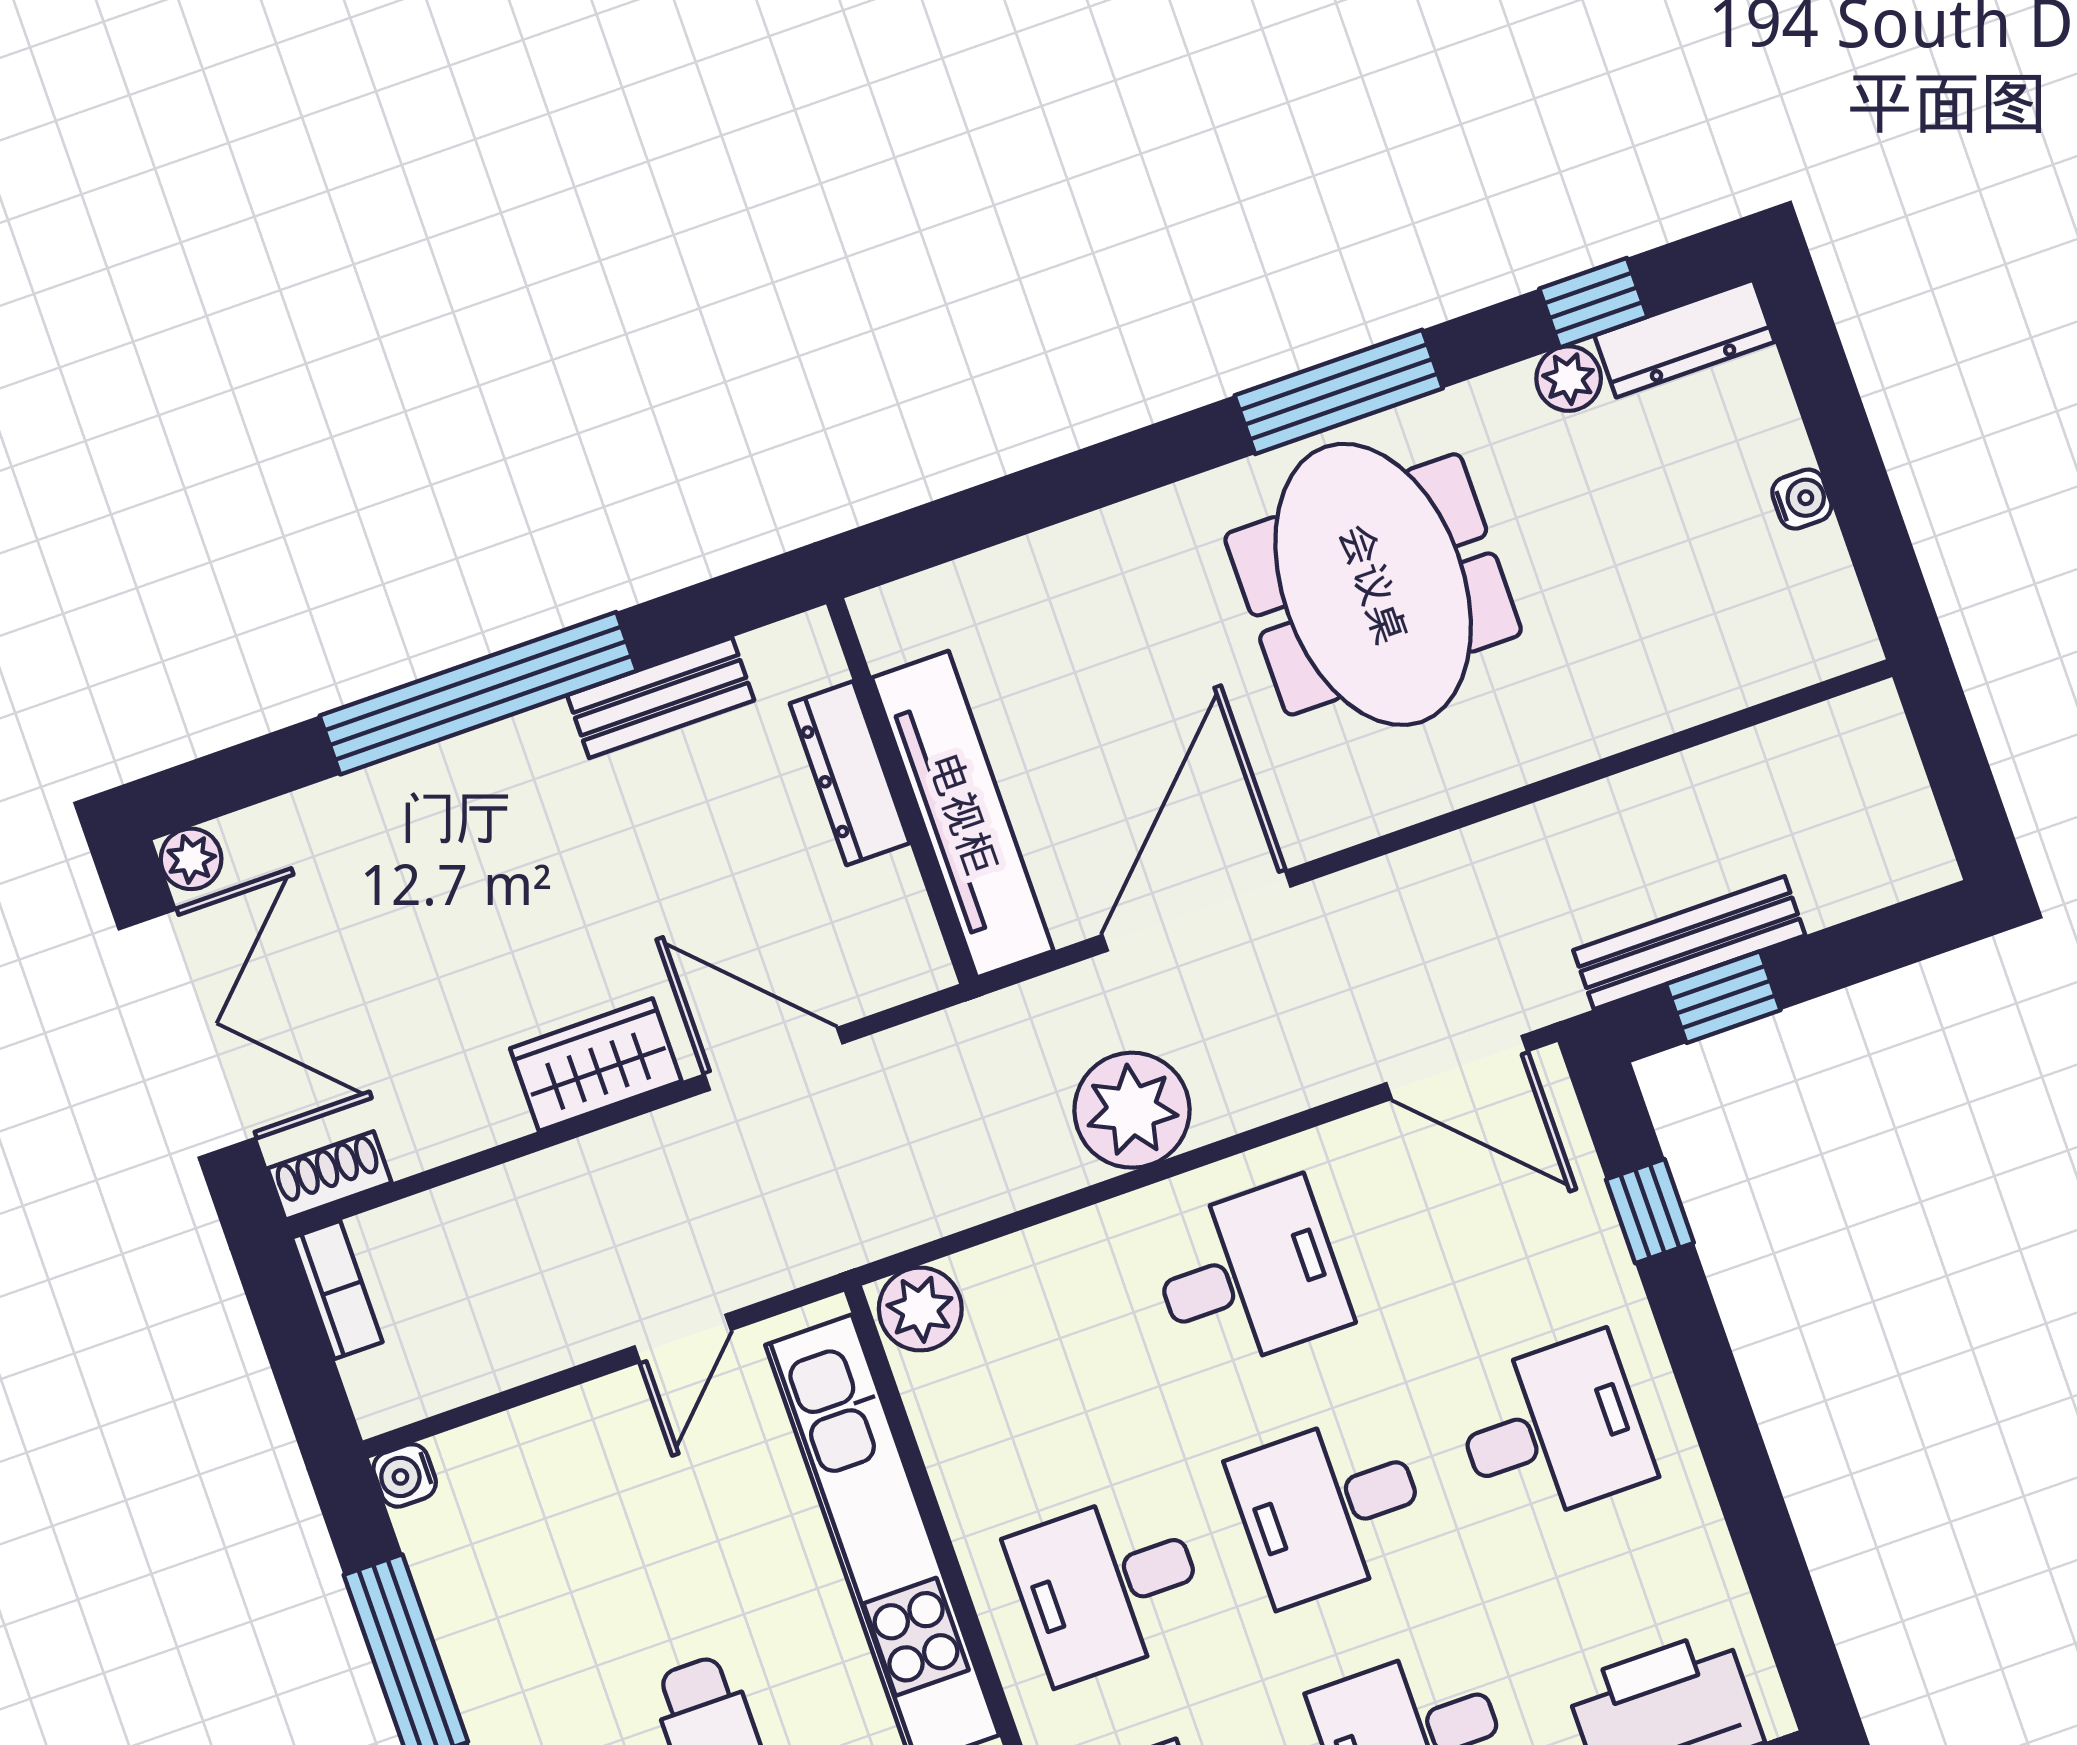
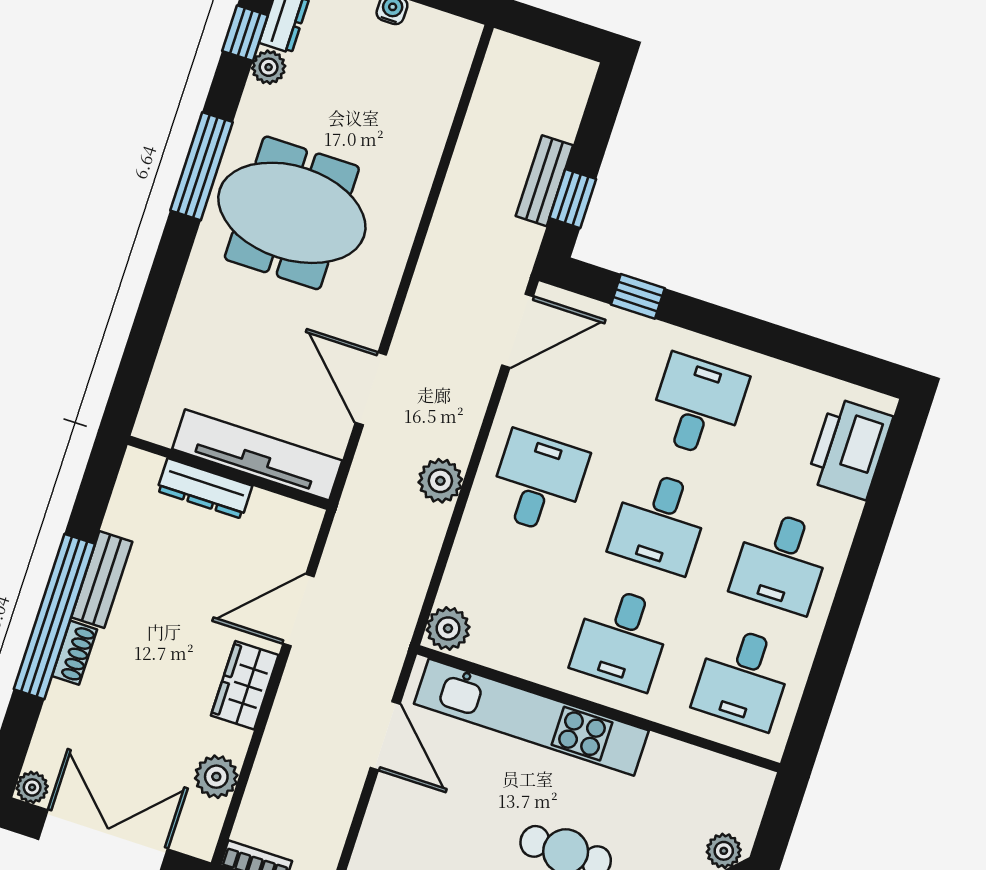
bench: (661, 698) -> (102, 580), moved
door: (1196, 911) -> (371, 389), width x0.73
bench: (1689, 943) -> (544, 181), width x0.73
plant: (1132, 1110) -> (440, 481), width x0.73, depth x0.73
plant: (423, 1128) -> (216, 777), added
shoe rack: (329, 1175) -> (75, 653), moved, turned 180
door: (683, 1338) -> (385, 736), width x1.38

